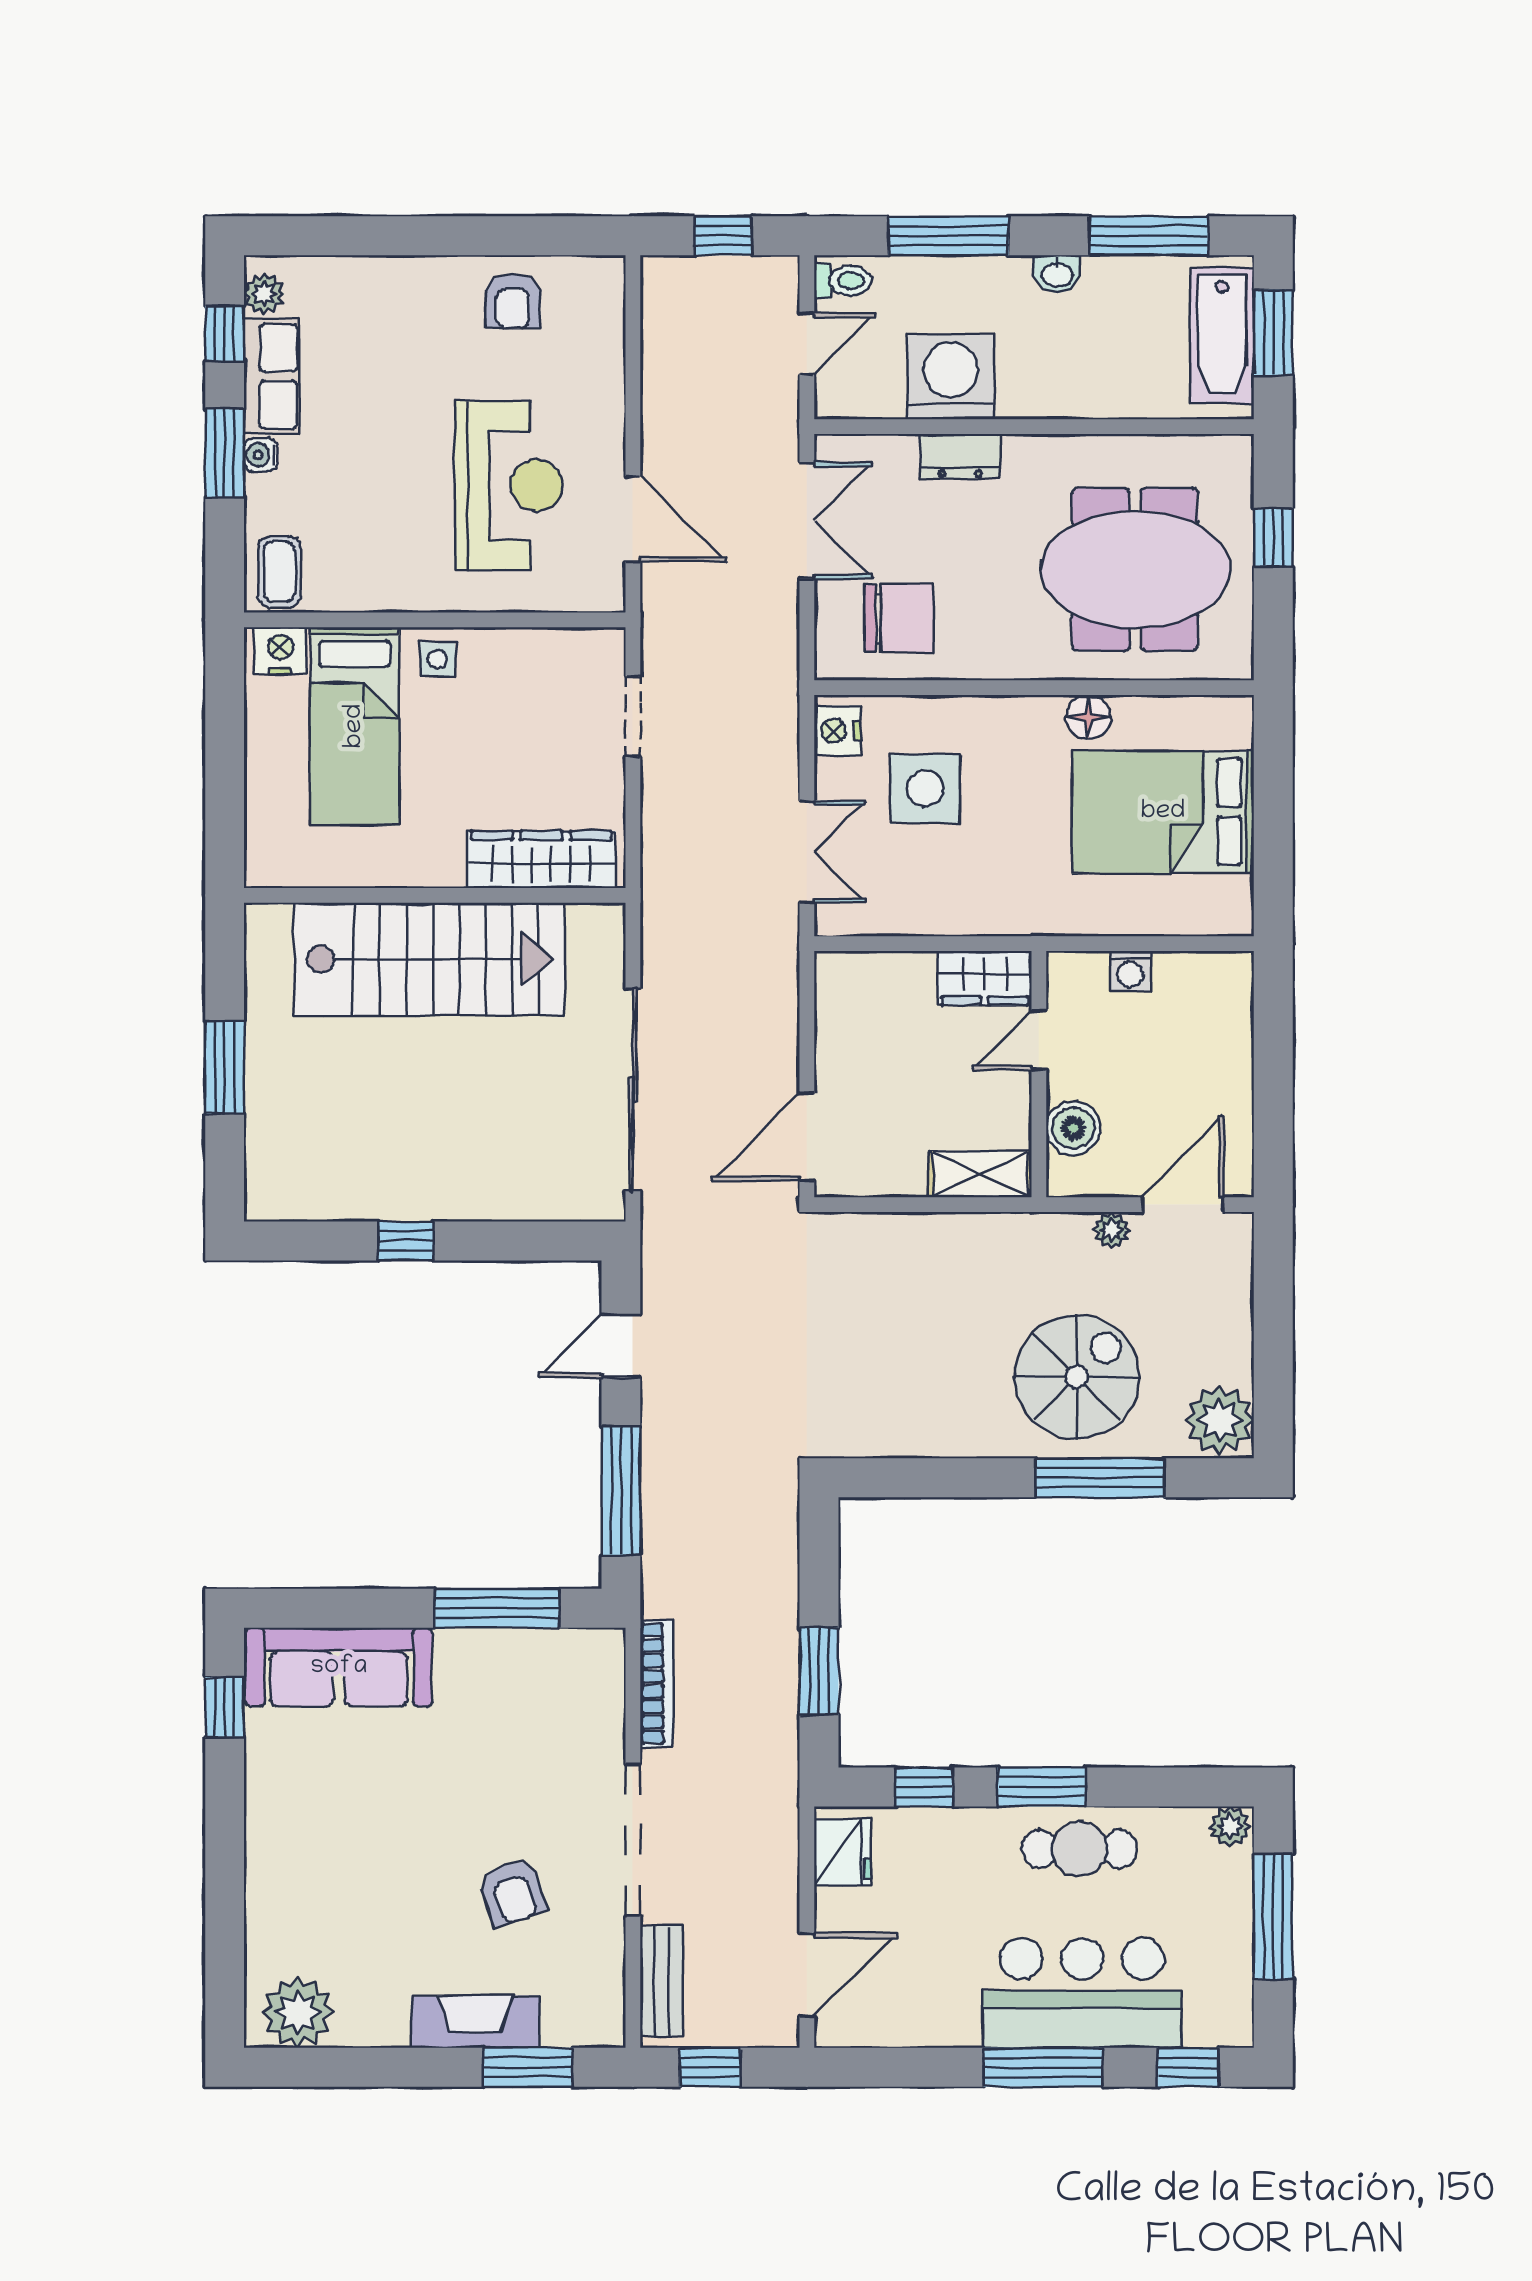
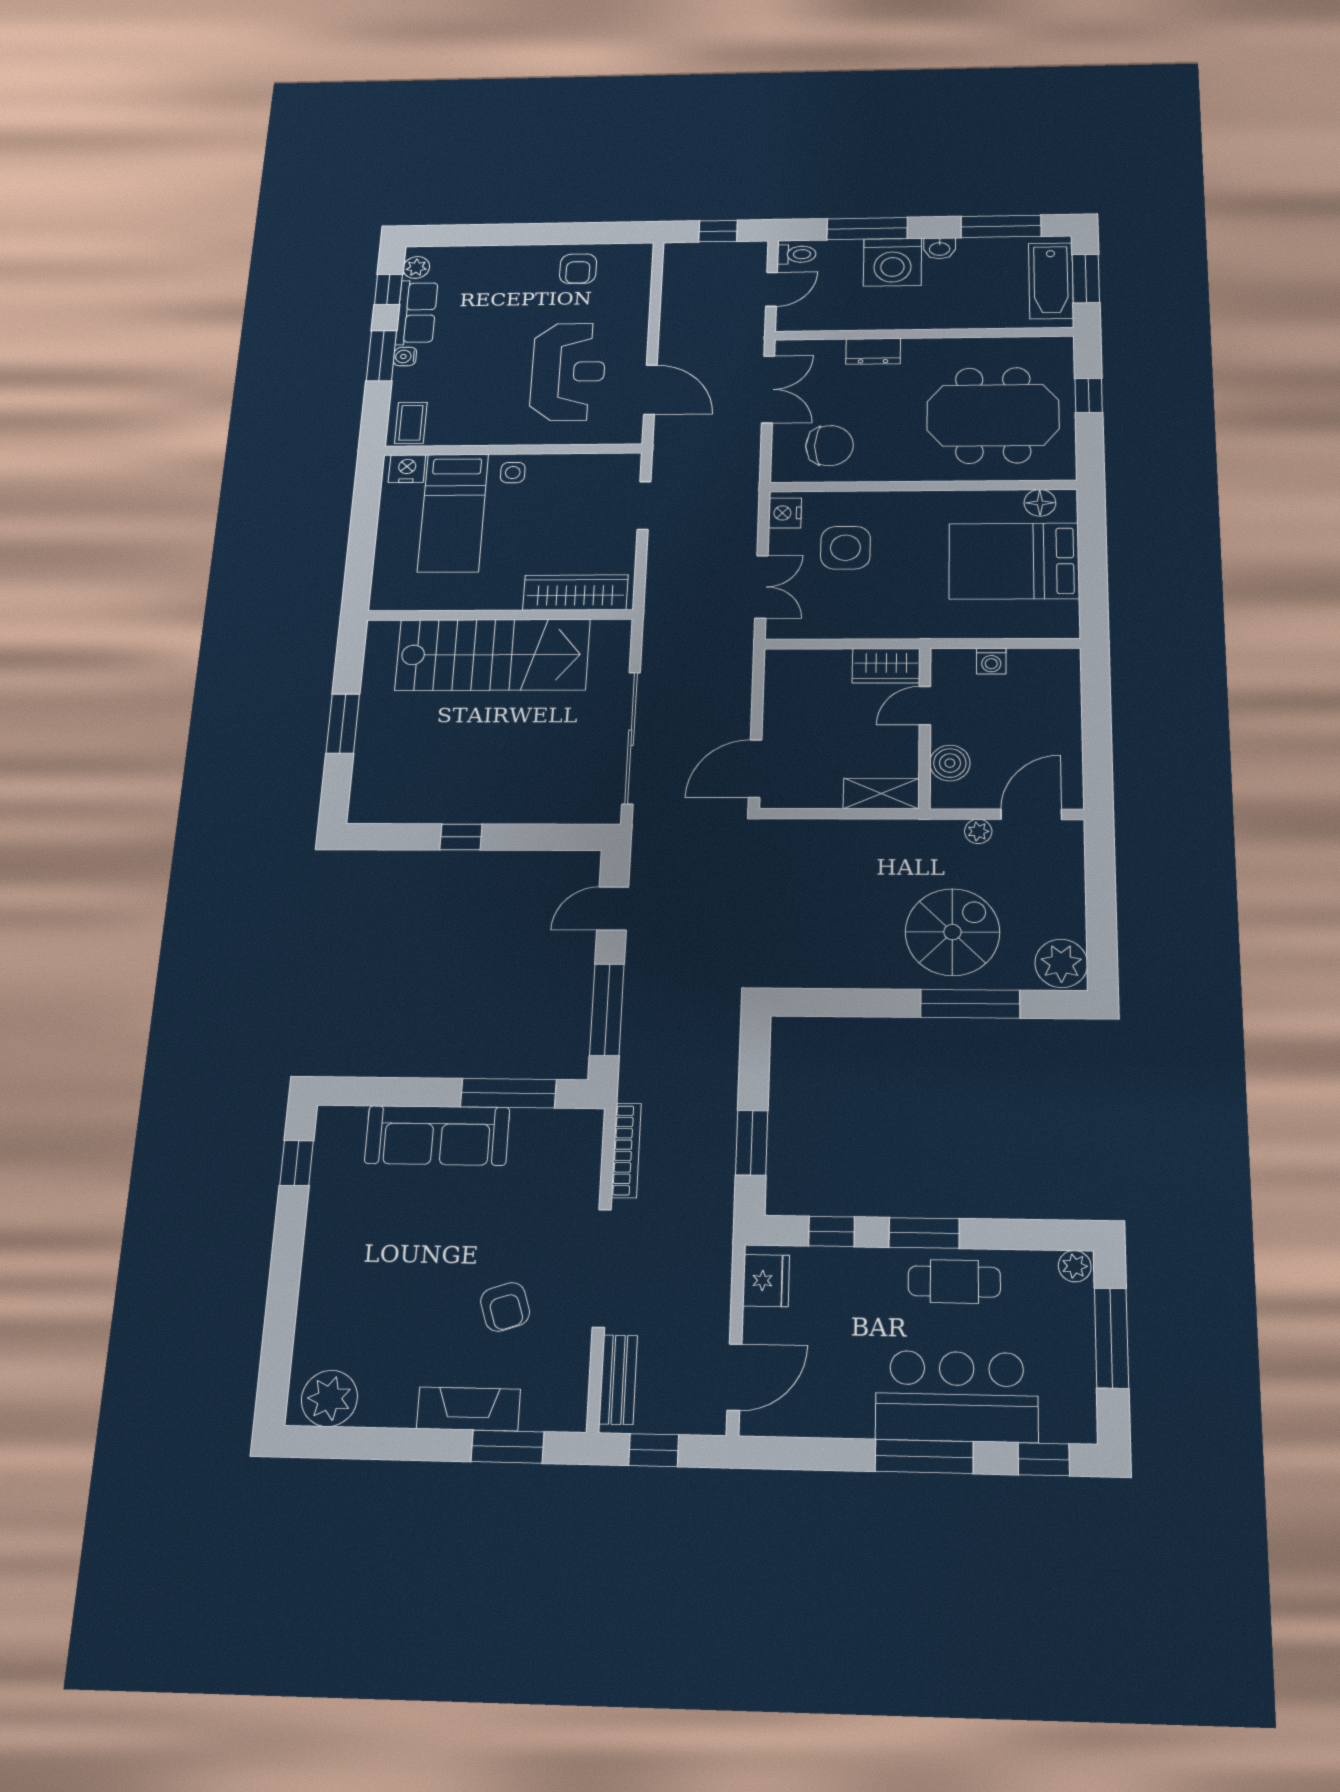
washing machine: (951, 377) -> (892, 262), moved, turned 180
floor lamp: (1088, 717) -> (1040, 503), moved
sofa: (339, 1667) -> (437, 1135), moved

